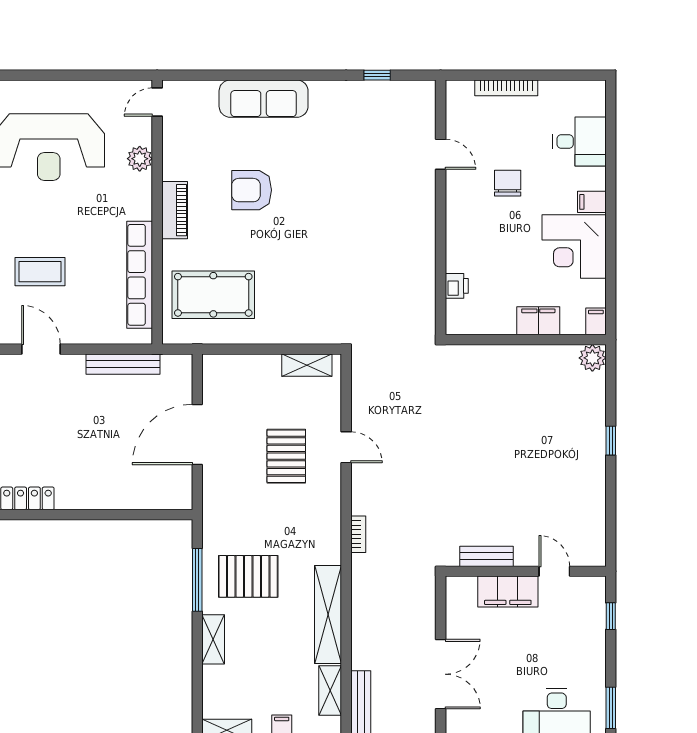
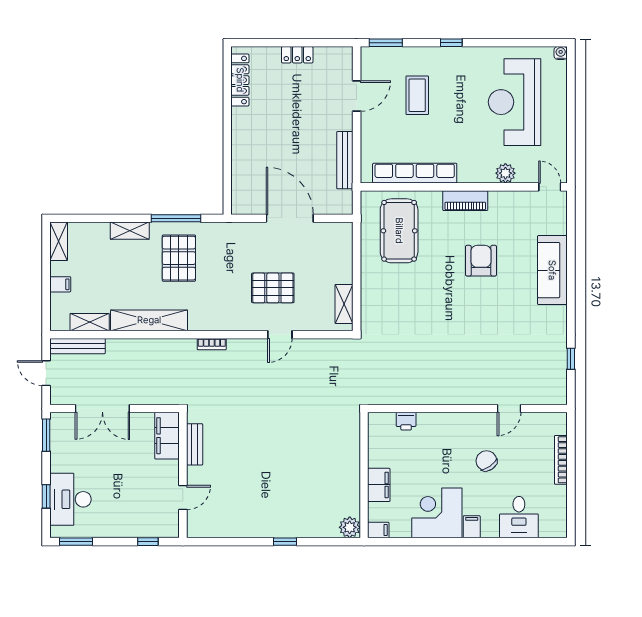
chair: (508, 183) -> (486, 461), turned -125
filing cabinet: (508, 592) -> (167, 436), moved

